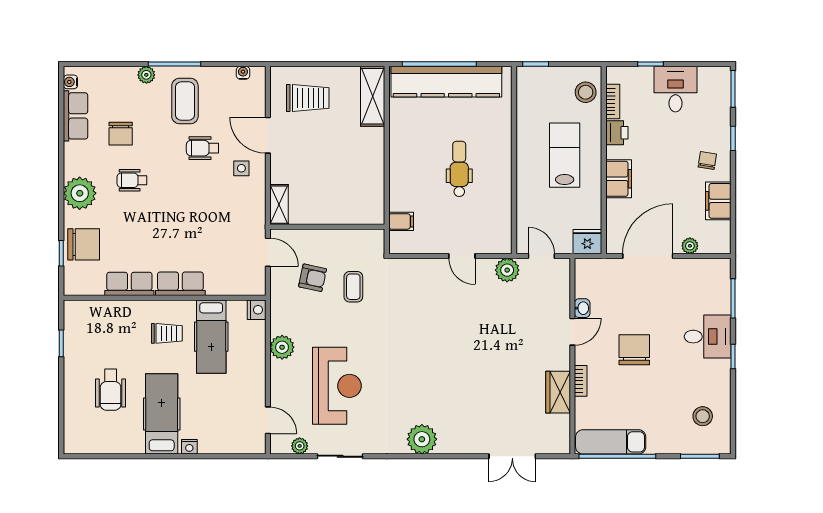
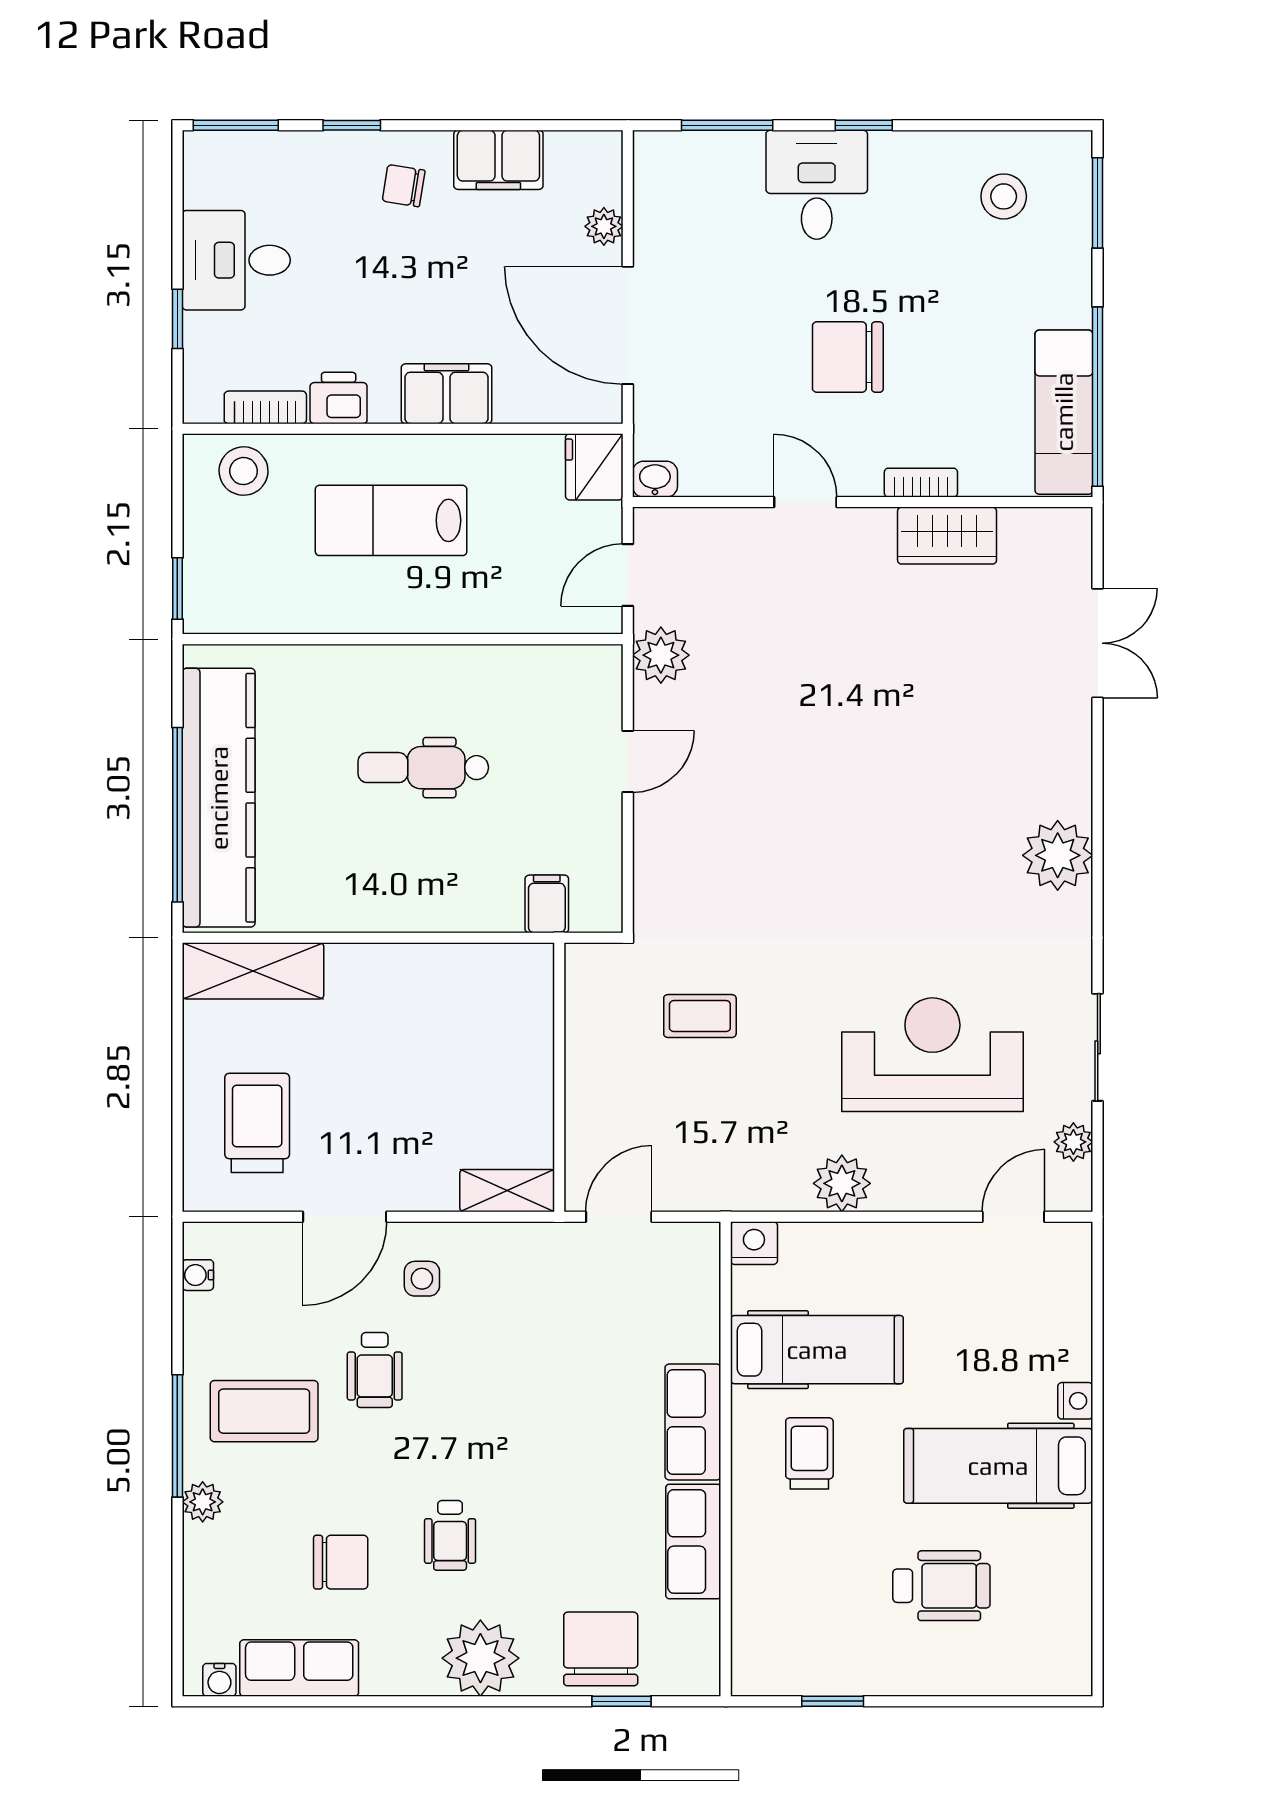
armchair: (313, 278) -> (679, 1112), removed
washbasin: (582, 308) -> (655, 479), moved

